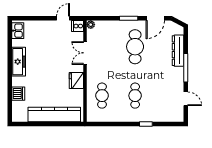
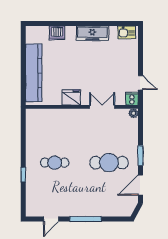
door: (155, 18) -> (140, 185), hinge flipped
dresser: (178, 51) -> (105, 210), removed
cafe table: (102, 96) -> (55, 126), removed

